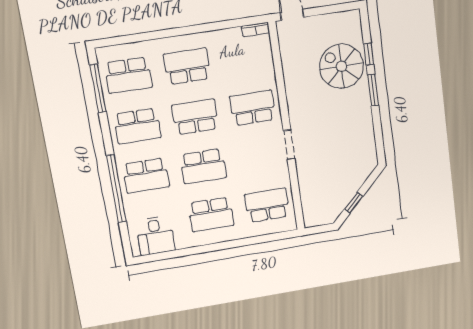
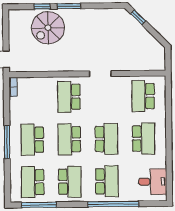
window: (178, 32) -> (7, 142), added
school desk: (128, 75) -> (33, 182), turned 180
window: (354, 203) -> (138, 17), moved

